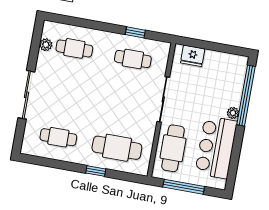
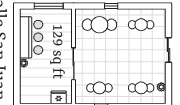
sliding door: (26, 95) -> (168, 50), width x0.73
window: (246, 96) -> (17, 77), removed
cafe table: (173, 148) -> (61, 31), removed

